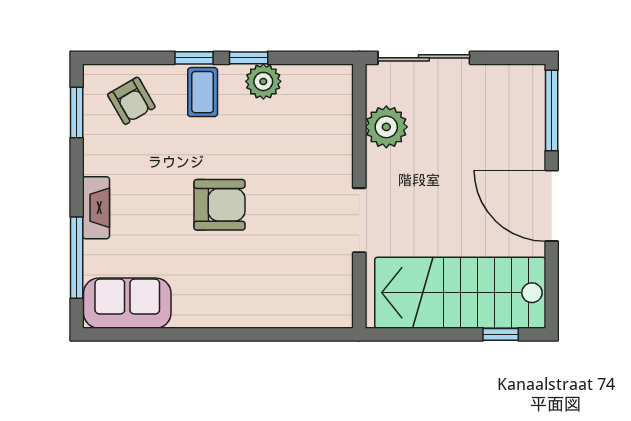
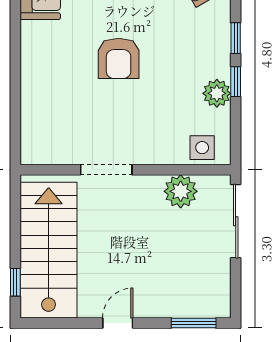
coffee table: (203, 92) -> (208, 45), removed
side table: (331, 100) -> (202, 148), added
window: (552, 110) -> (194, 323), width x0.69
door: (552, 206) -> (118, 323), width x0.53

